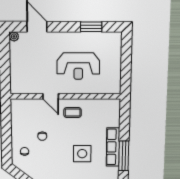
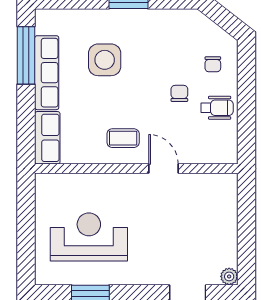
reception desk: (78, 66) -> (89, 237), moved
row of seats: (113, 113) -> (47, 138), added
wheelchair: (22, 129) -> (217, 108), added

